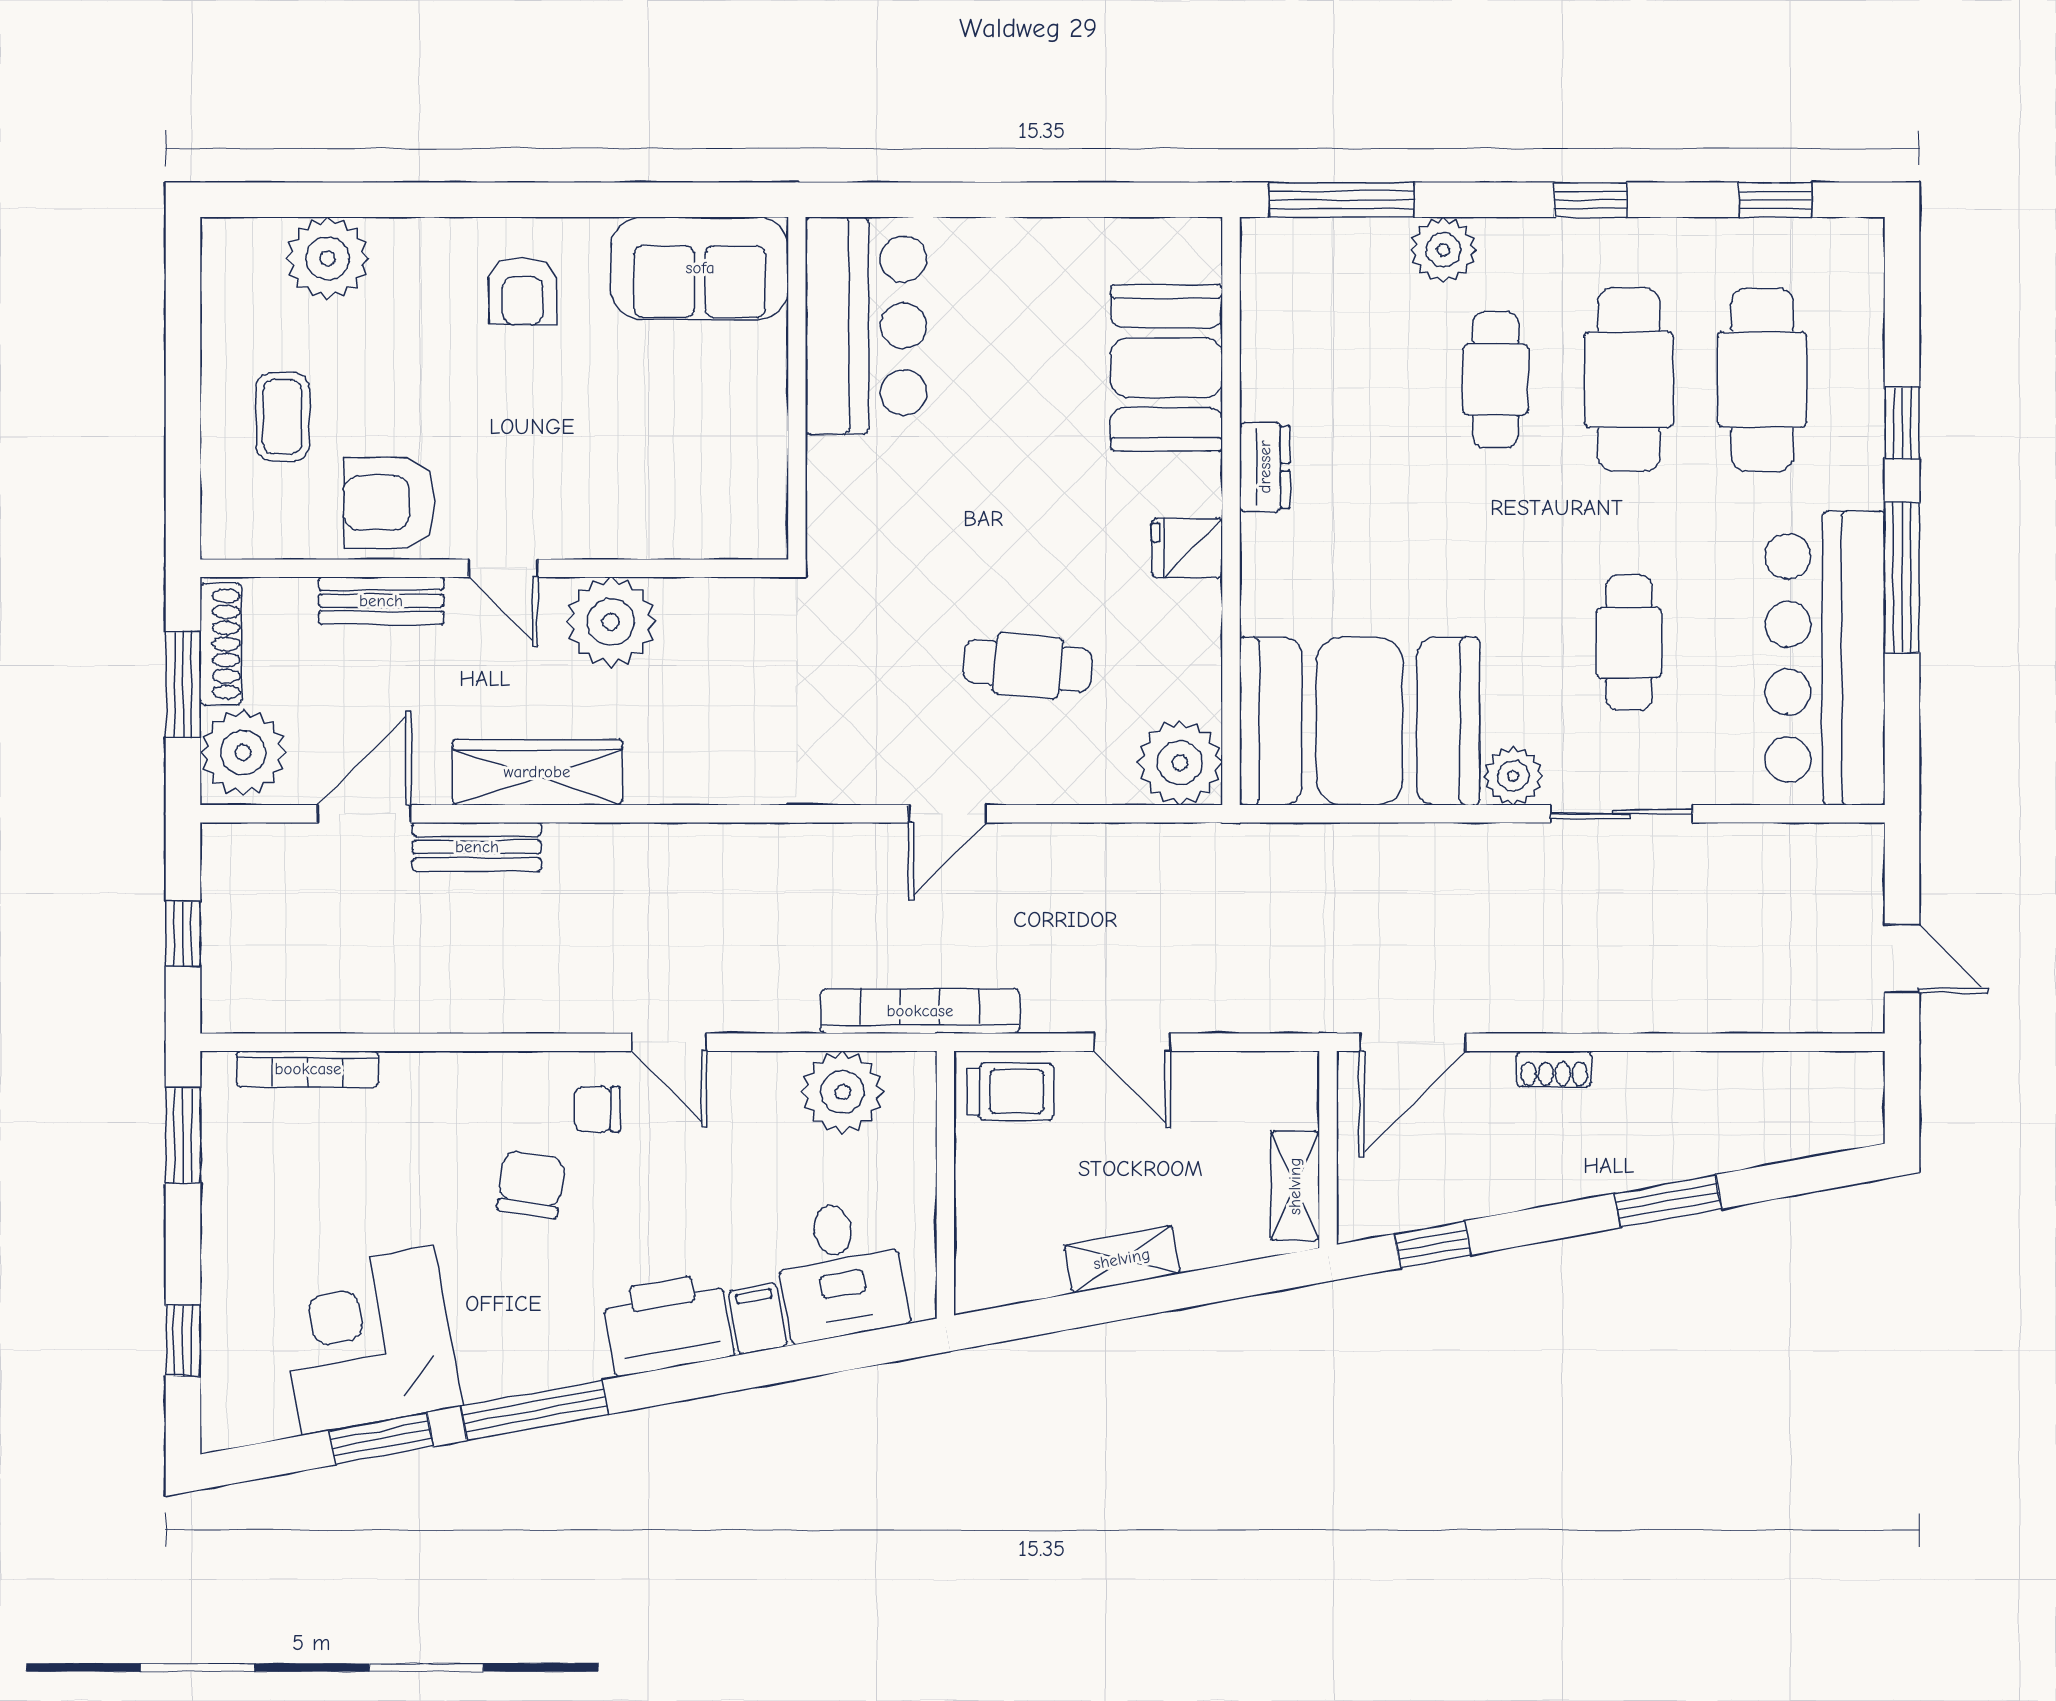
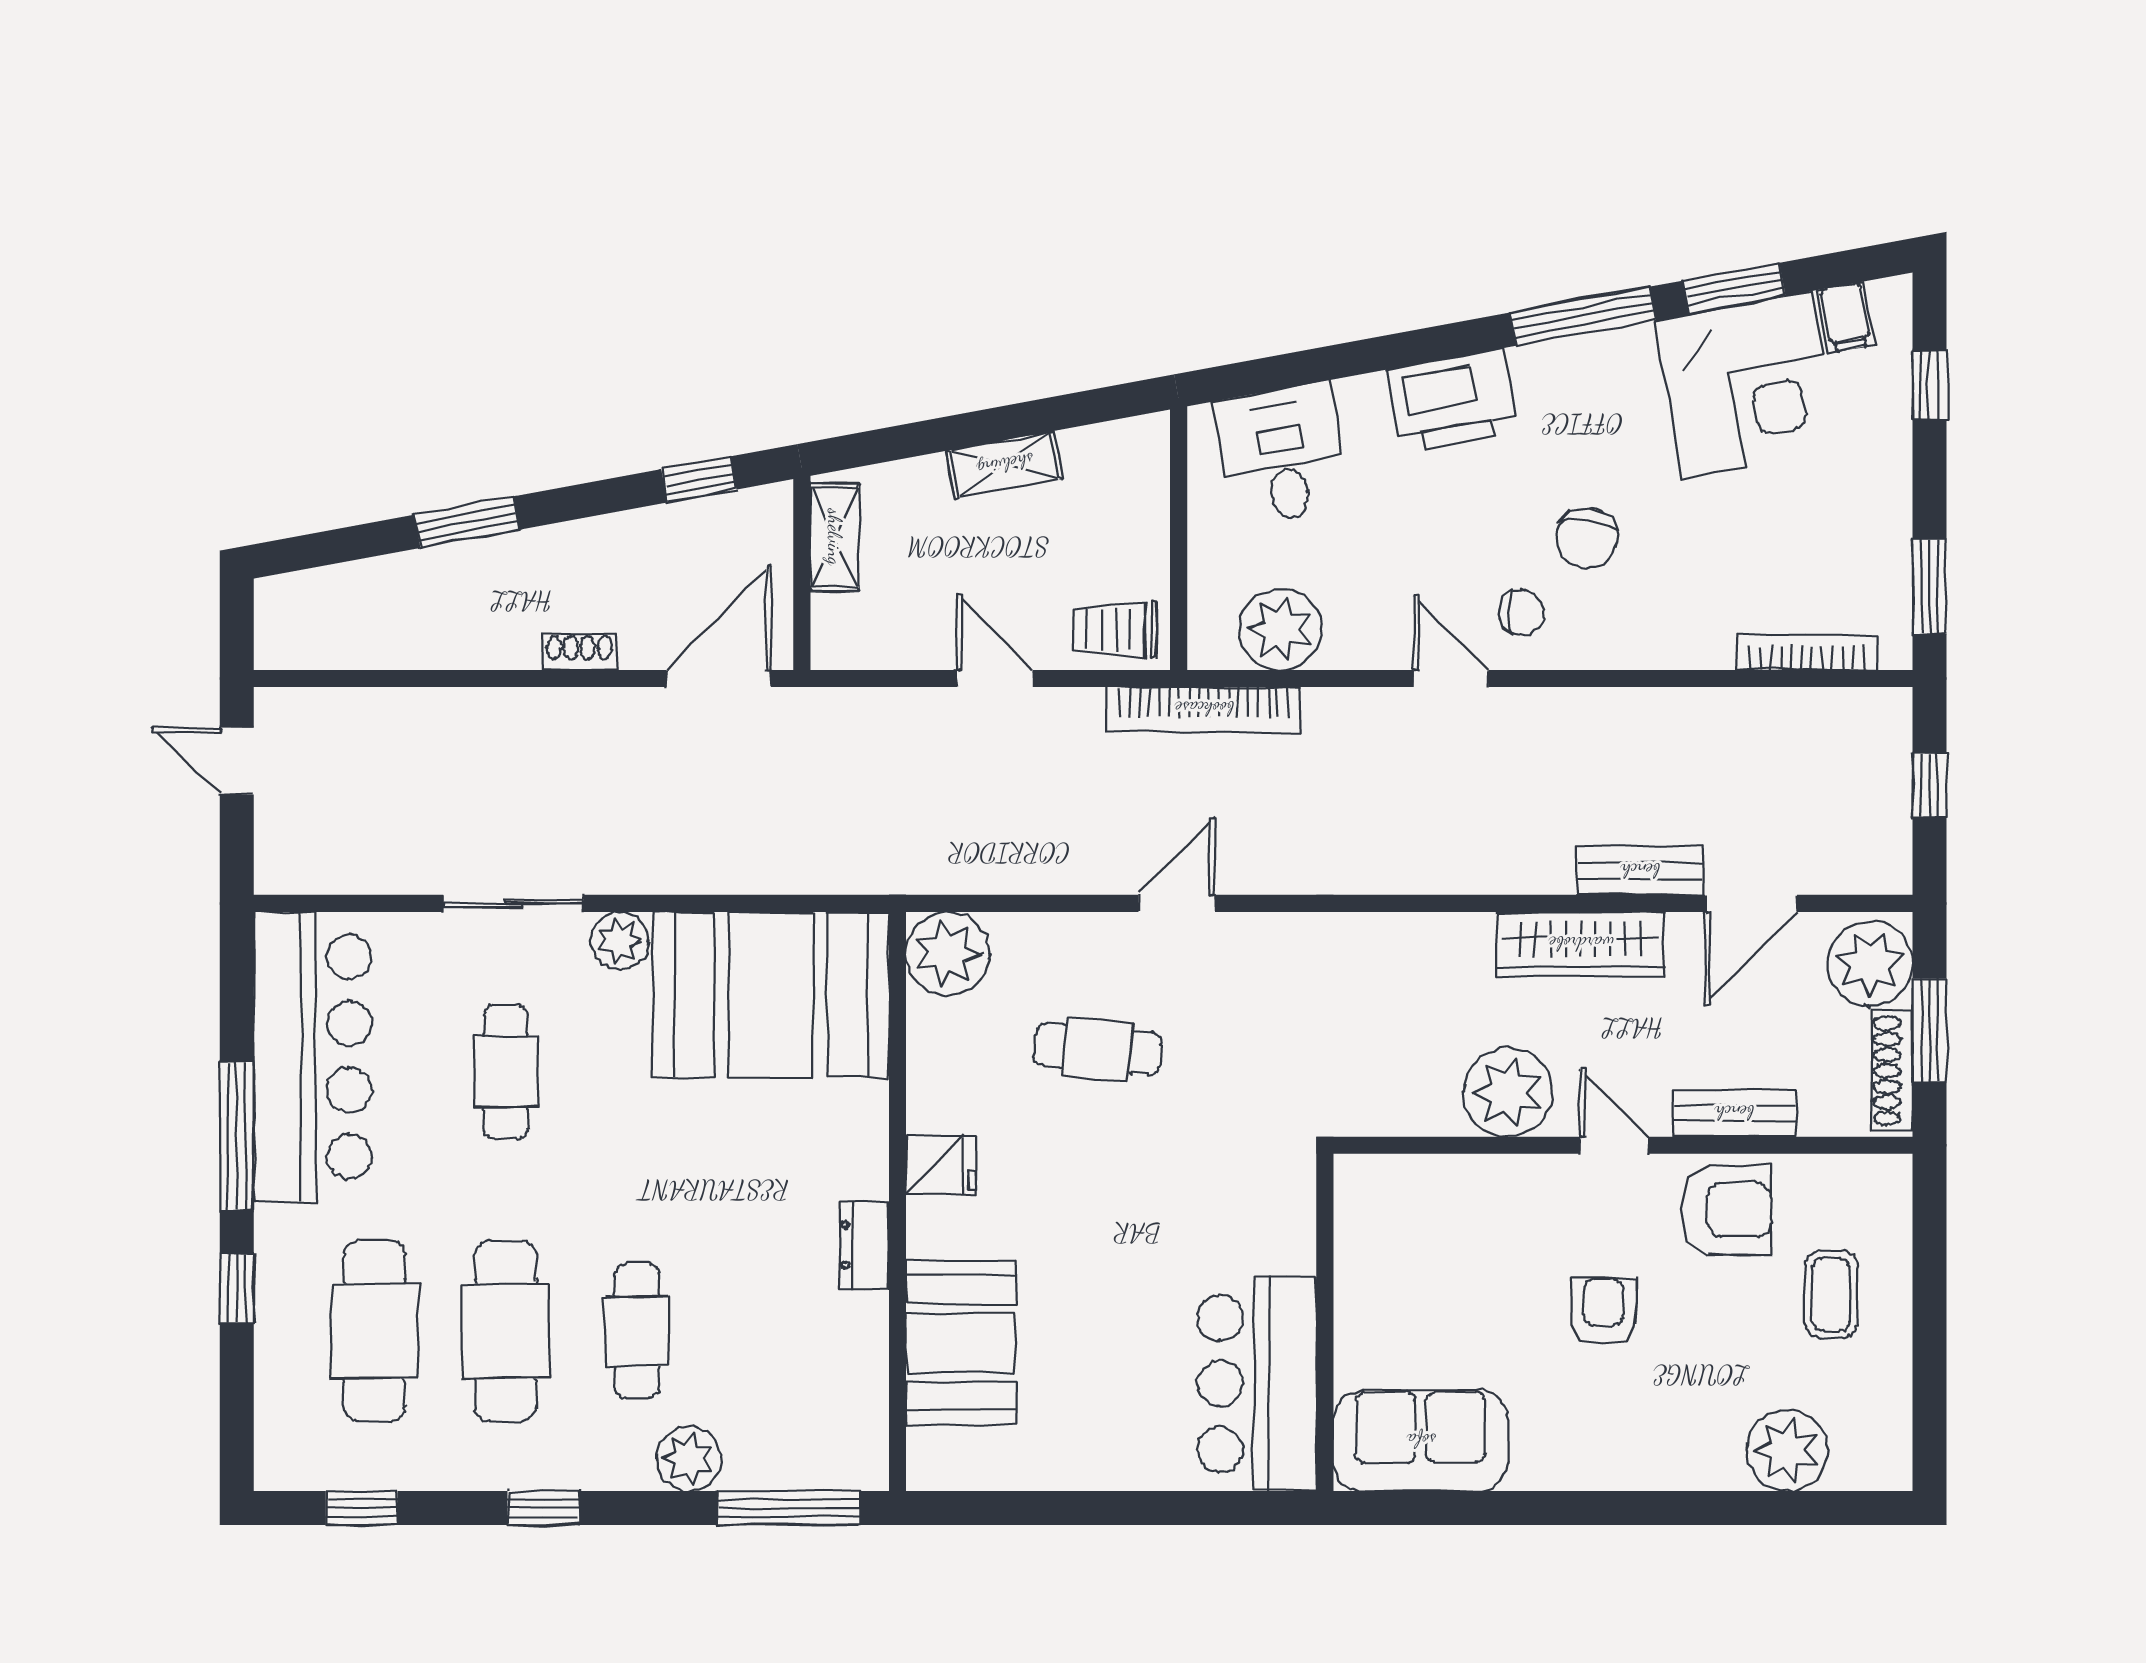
armchair: (523, 291) -> (1603, 1312), moved
filing cabinet: (758, 1319) -> (1846, 317), moved

